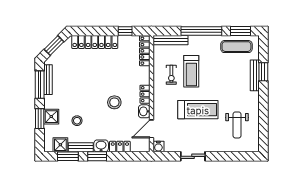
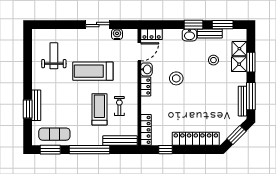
shower: (60, 145) -> (239, 49), moved
locker: (120, 147) -> (152, 34), moved
water cooler: (158, 147) -> (117, 34), moved

